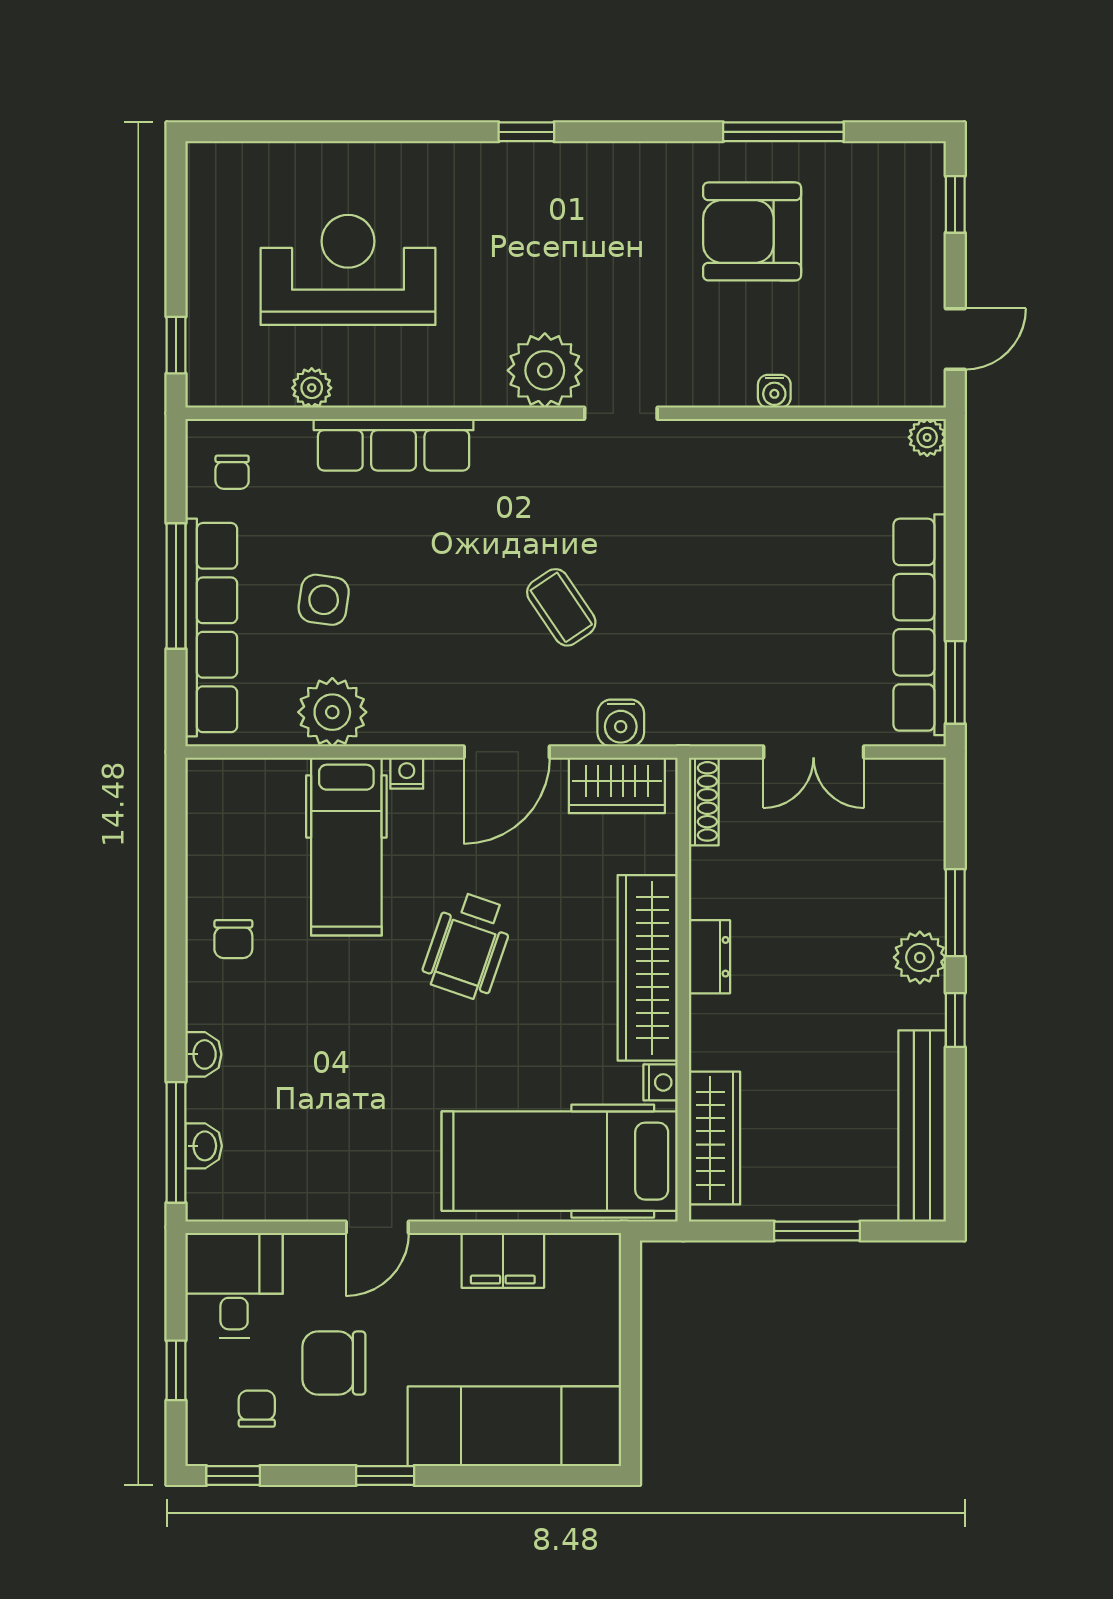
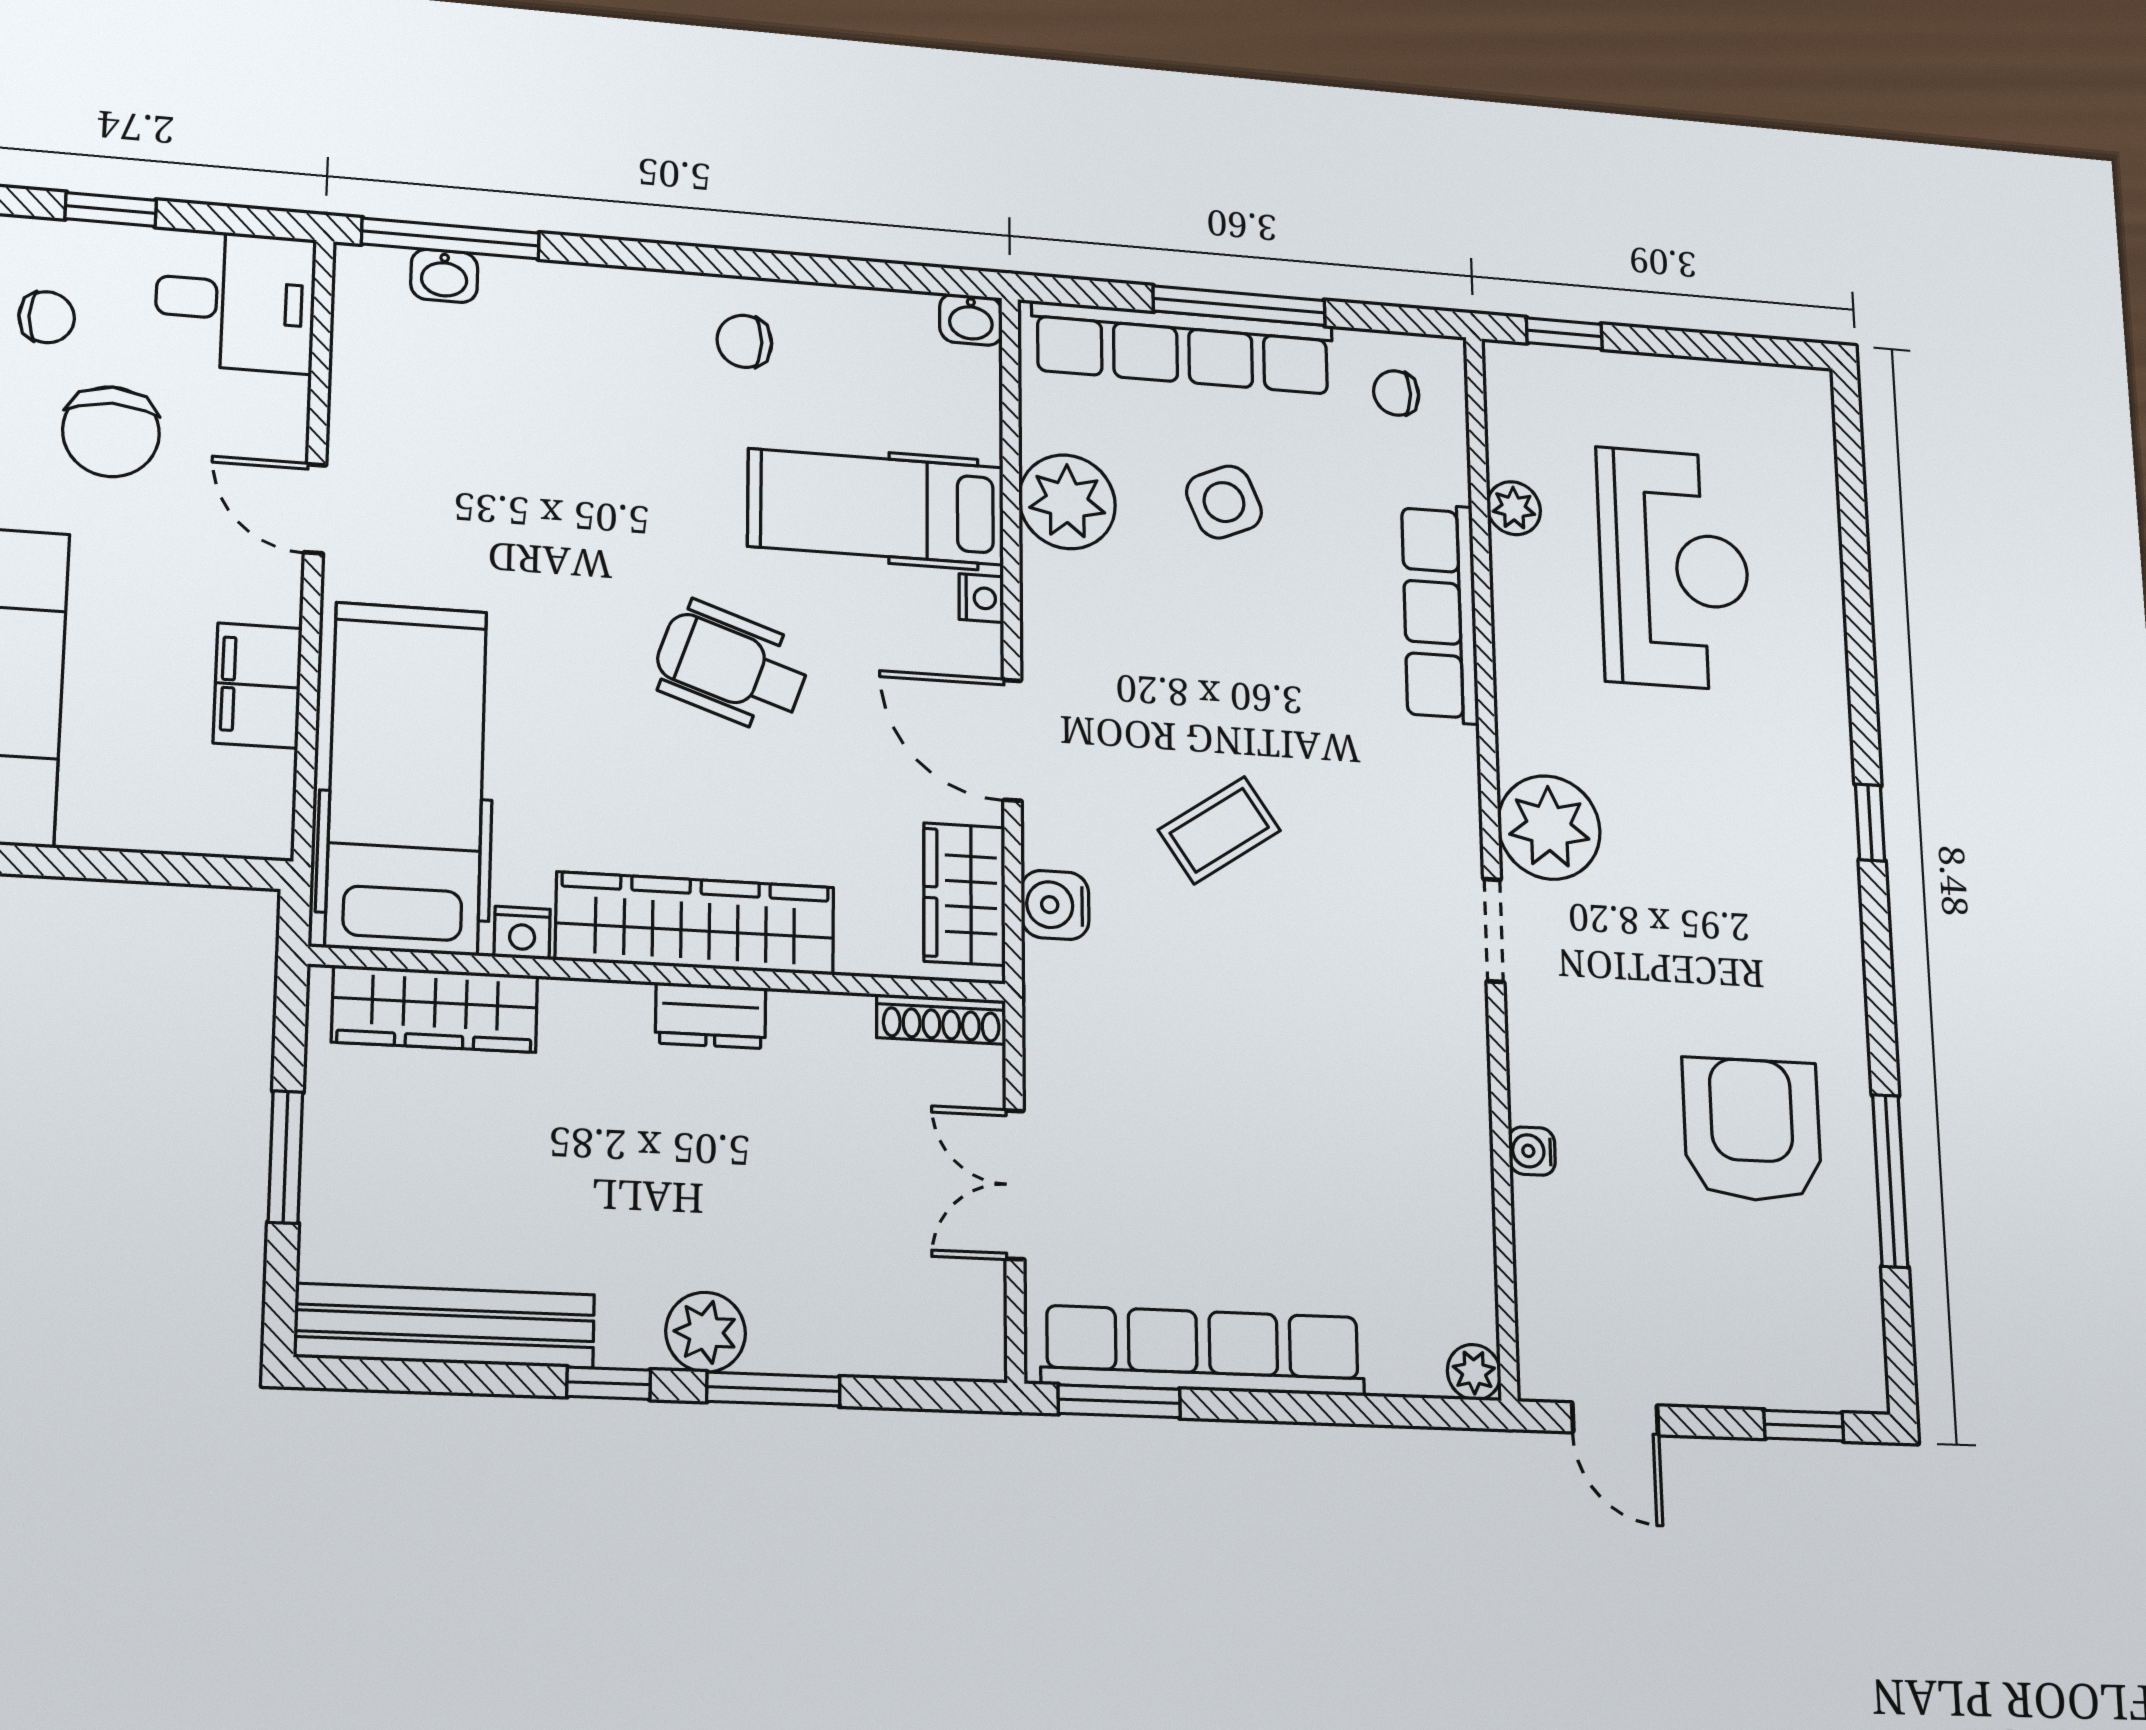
side table: (324, 600) -> (1224, 502), turned -31
washbasin: (203, 1054) -> (971, 320), moved
chair: (334, 1363) -> (111, 432), turned 180

